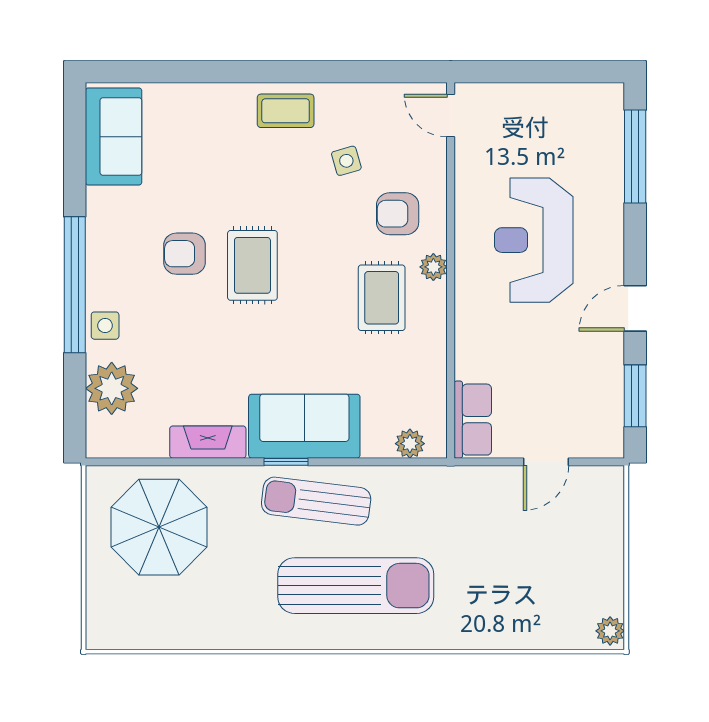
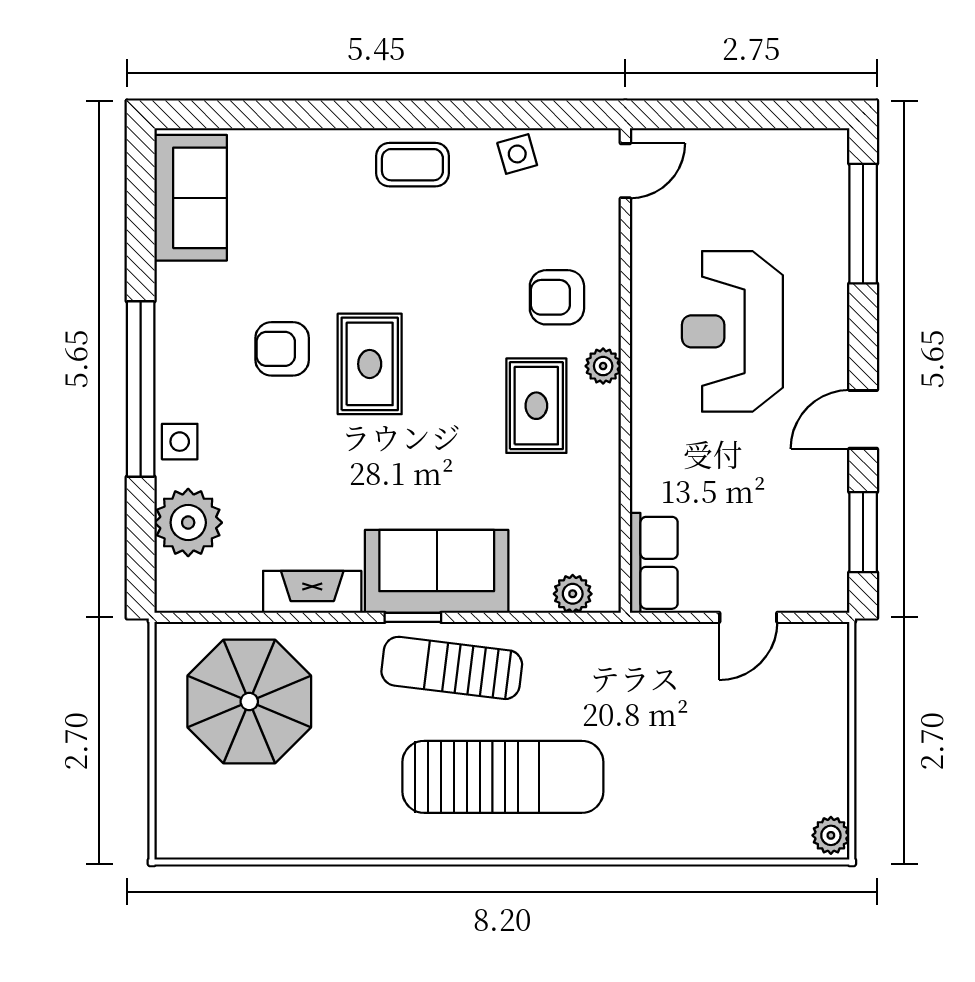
door: (451, 116) -> (625, 171), swing flipped
side table: (346, 161) -> (517, 154), moved

